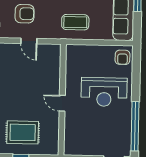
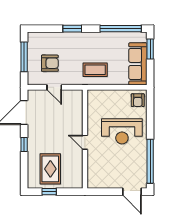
rug: (23, 132) -> (50, 169), turned 90

